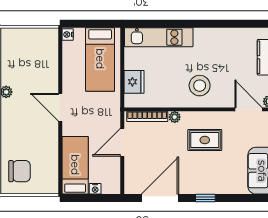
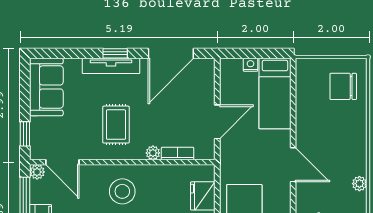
bookcase: (147, 116) -> (178, 153), width x0.64
rug: (205, 140) -> (116, 125), turned 90
tv unit: (209, 188) -> (111, 66), added

